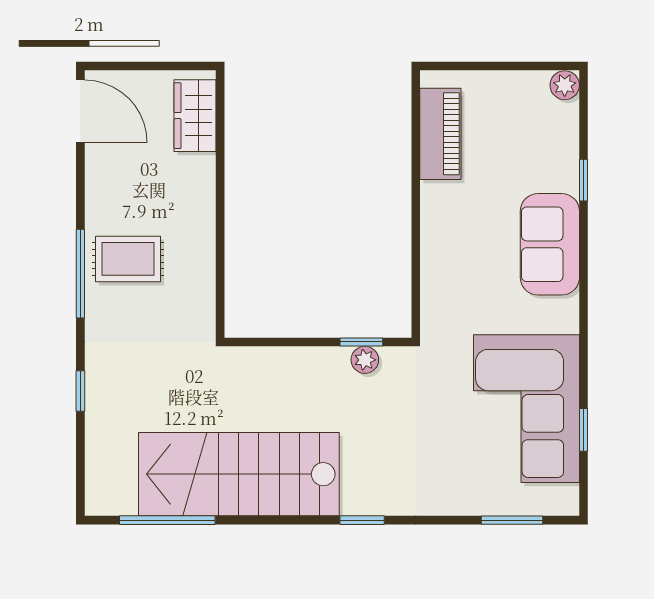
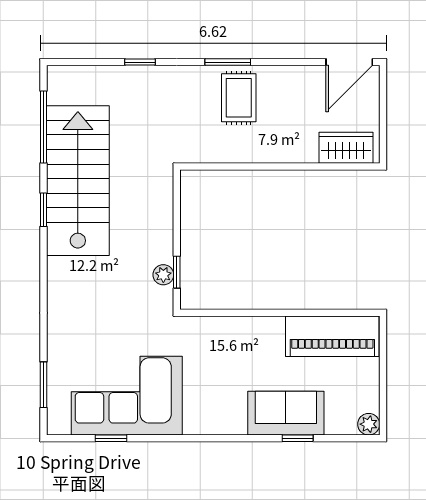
piano: (440, 134) -> (332, 336), width x1.37, depth x1.33
sofa: (550, 244) -> (286, 413), moved
window: (80, 274) -> (228, 62), width x0.69
window: (362, 520) -> (43, 210), moved

